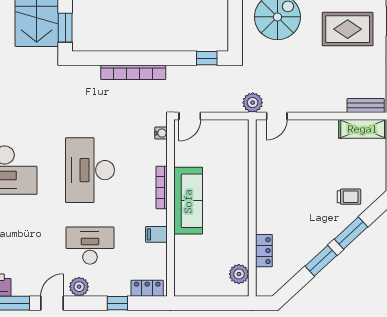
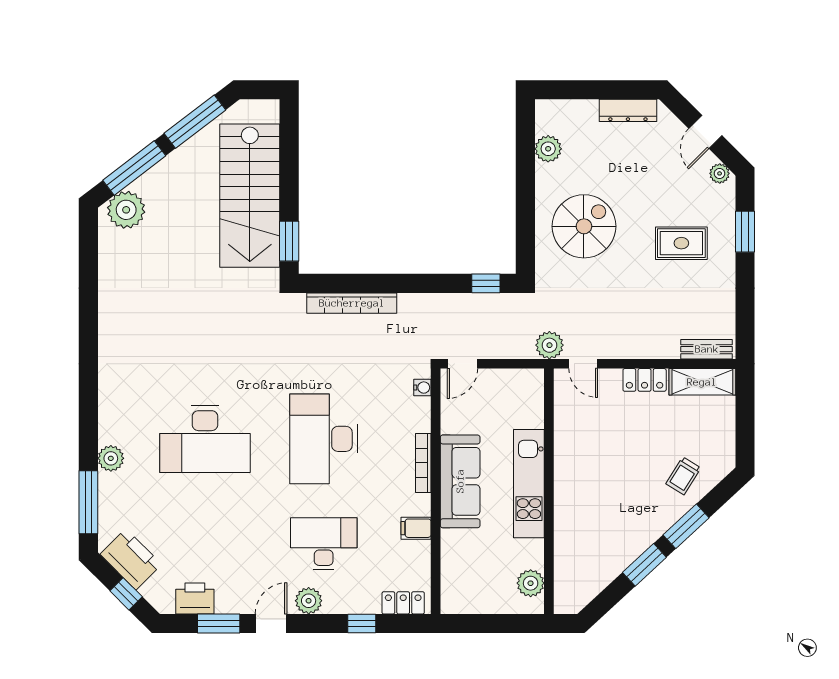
rug: (348, 29) -> (681, 243), width x0.73, depth x0.70
bookcase: (133, 72) -> (352, 303), moved
door: (277, 116) -> (583, 364), hinge flipped
trolley: (349, 197) -> (683, 476), turned 122
kitchen unit: (238, 202) -> (529, 484), added
locker: (264, 251) -> (645, 380), moved, turned 90

